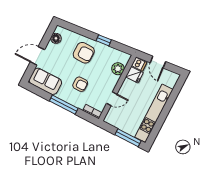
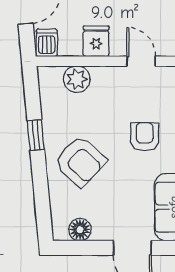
armchair: (84, 53) -> (80, 161), turned 133
fridge: (134, 75) -> (96, 41), moved

